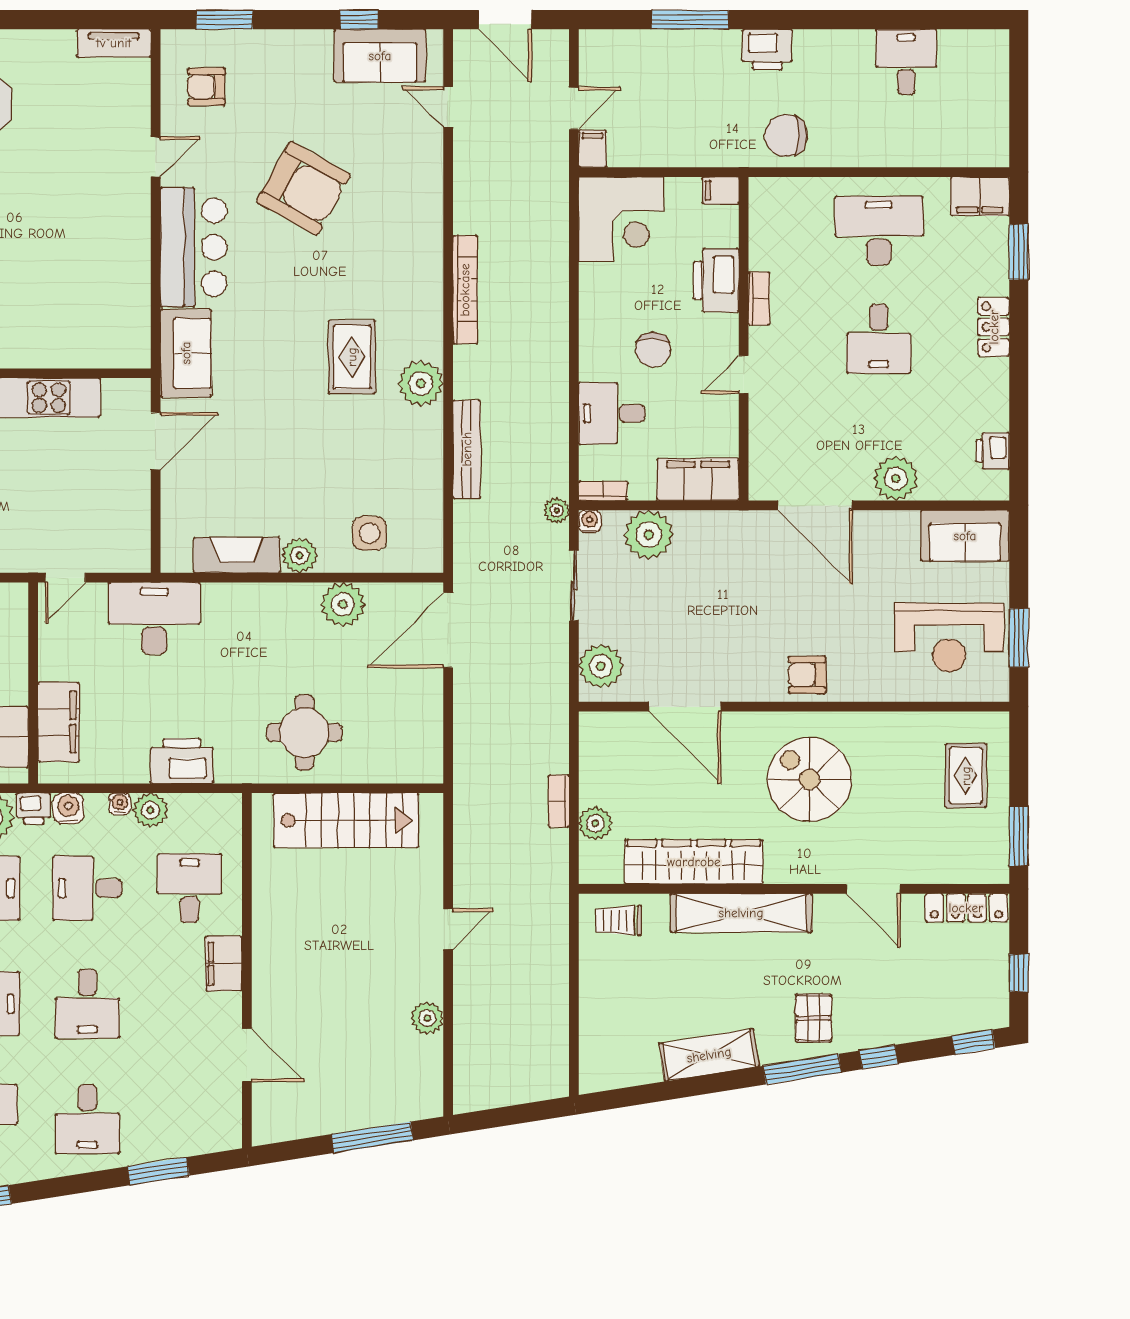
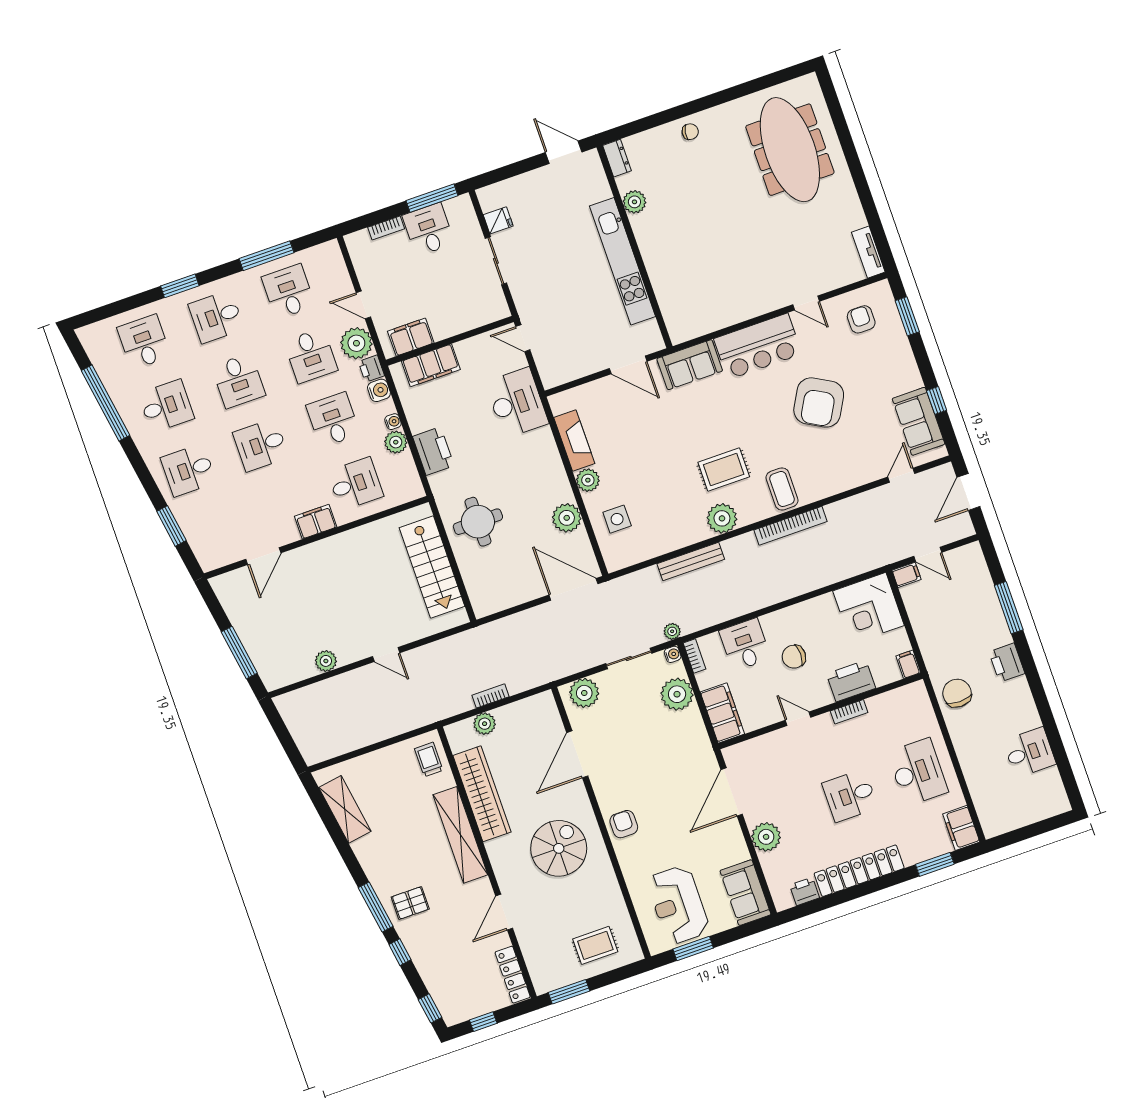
coffee table: (409, 283) -> (782, 489), added
locker: (994, 327) -> (859, 871), width x2.16, depth x1.21
shelving: (709, 1055) -> (345, 809), moved

